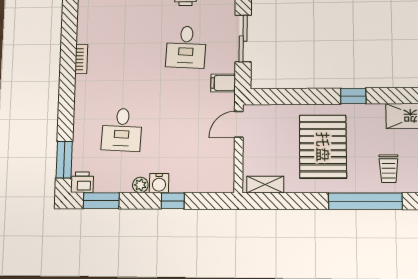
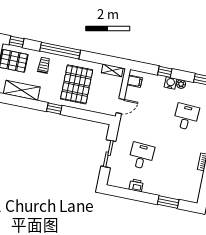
filing cabinet: (223, 83) -> (135, 81), moved

